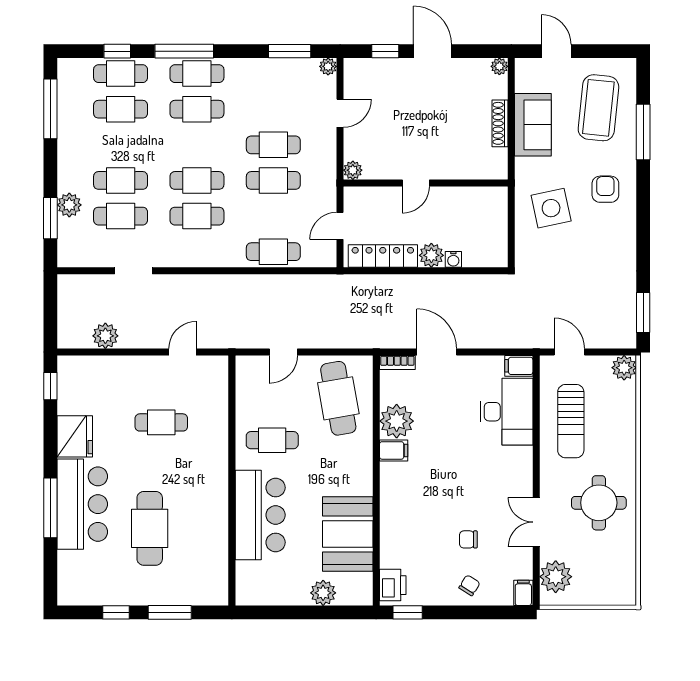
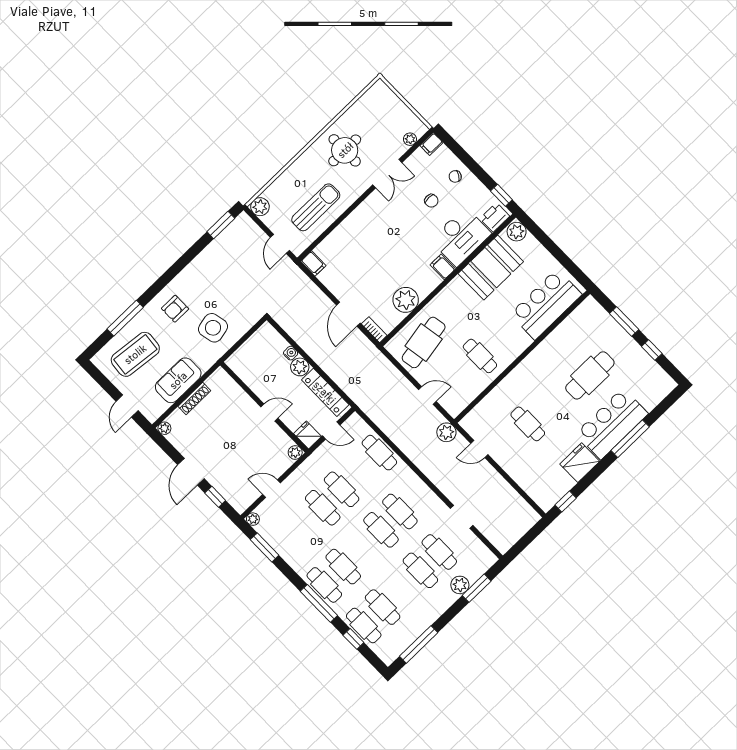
fridge: (358, 199) -> (307, 435), added
plant: (105, 336) -> (446, 432), moved
desk: (506, 412) -> (461, 237), moved, turned 180
filing cabinet: (394, 450) -> (443, 267), moved
bar counter: (260, 515) -> (546, 304), moved
plant: (556, 577) -> (410, 139), width x0.53, depth x0.53
plant: (323, 593) -> (517, 232), moved

